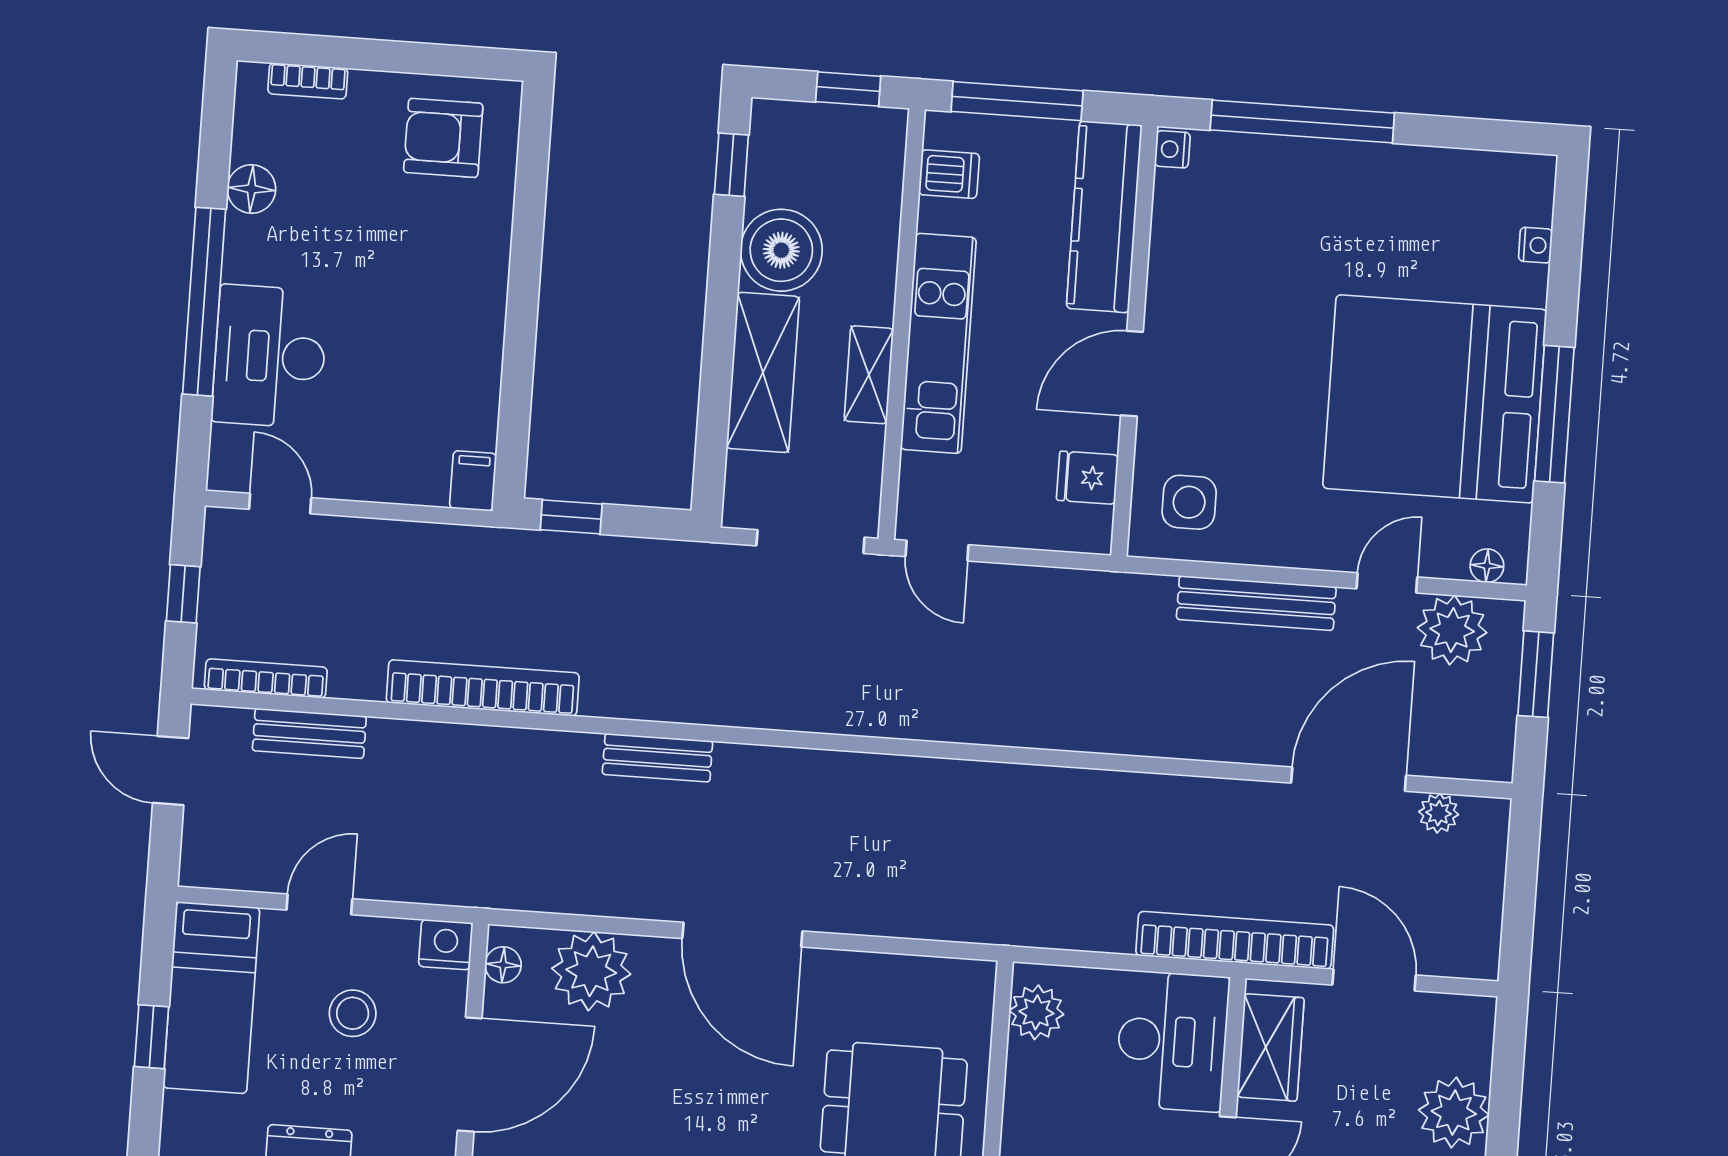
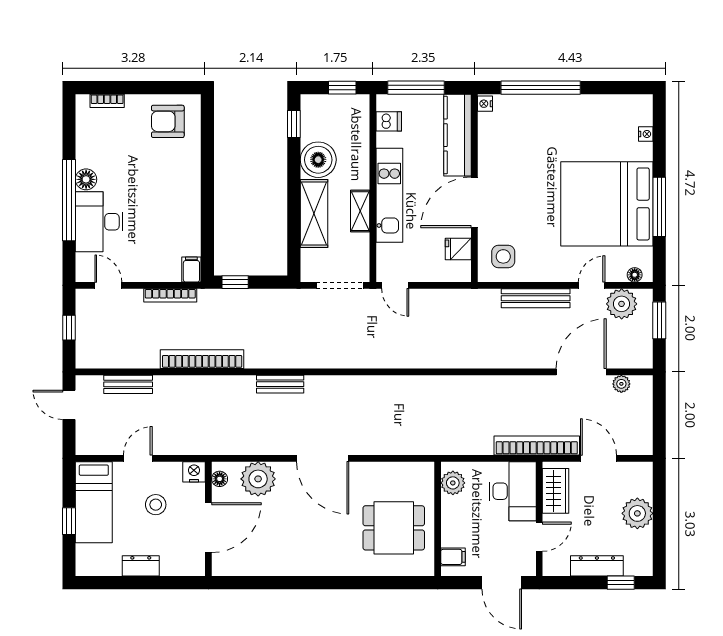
floor lamp: (251, 189) -> (86, 179), moved
door: (1132, 374) -> (474, 202), width x1.36
bookcase: (266, 678) -> (170, 295), moved, turned 180

